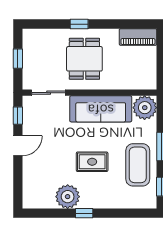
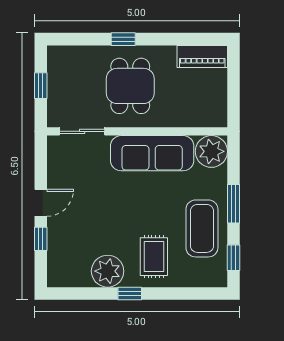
window: (18, 116) -> (41, 239), moved
rug: (92, 162) -> (154, 257), moved, turned 90

